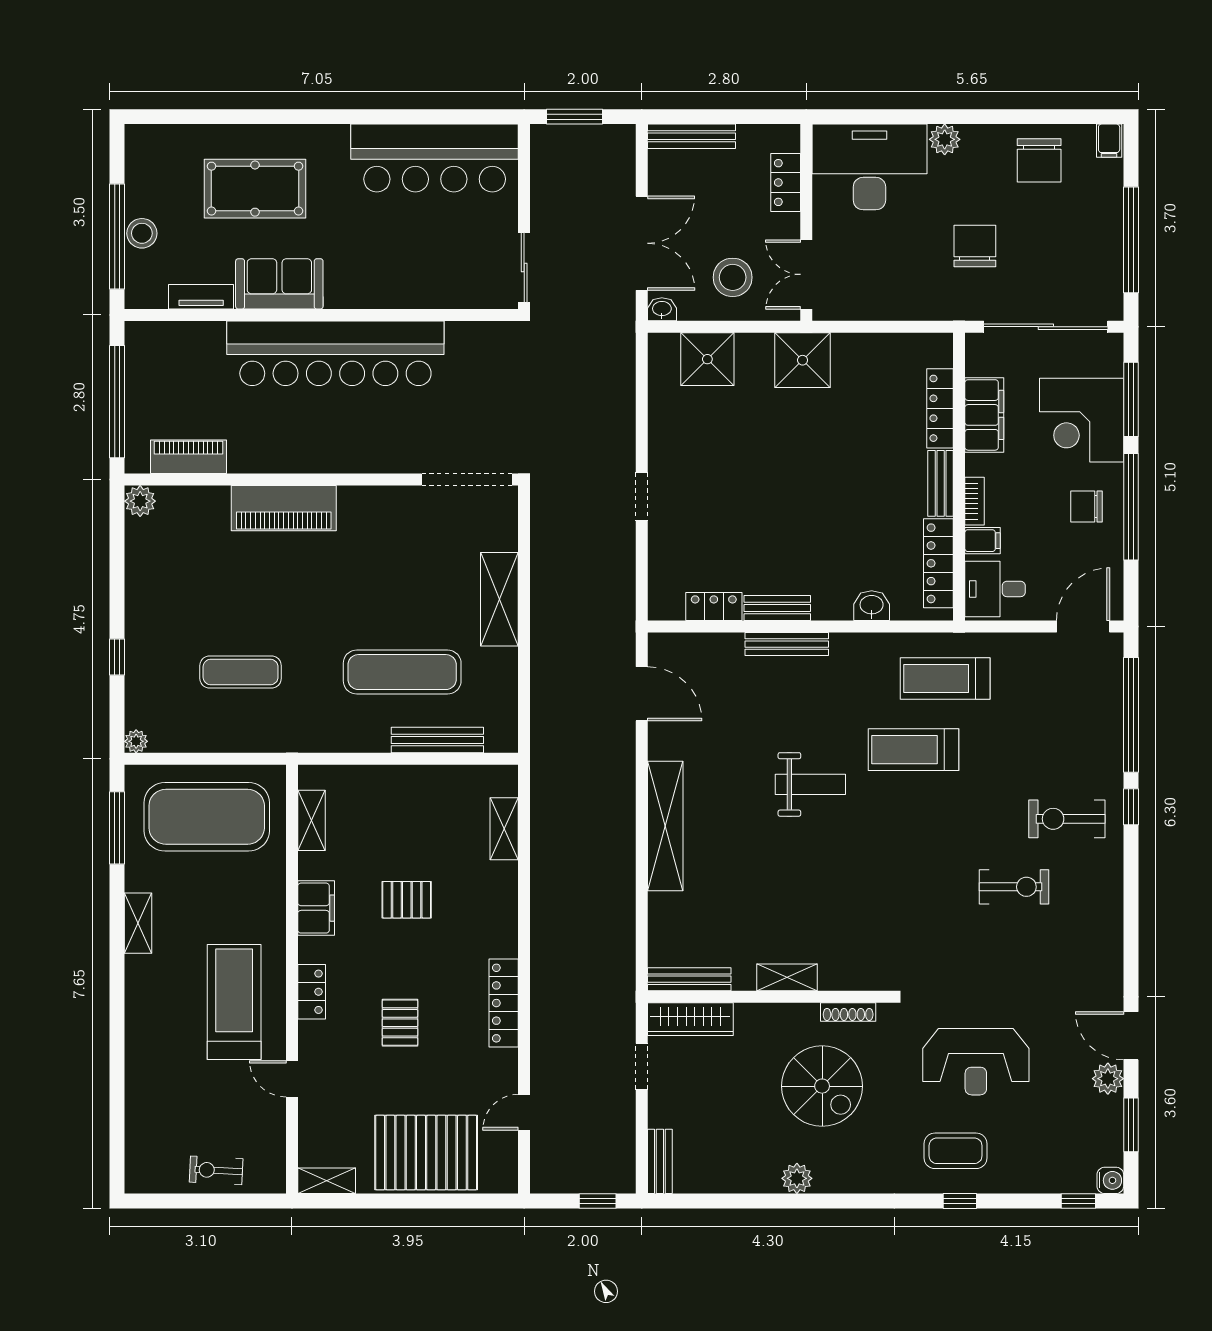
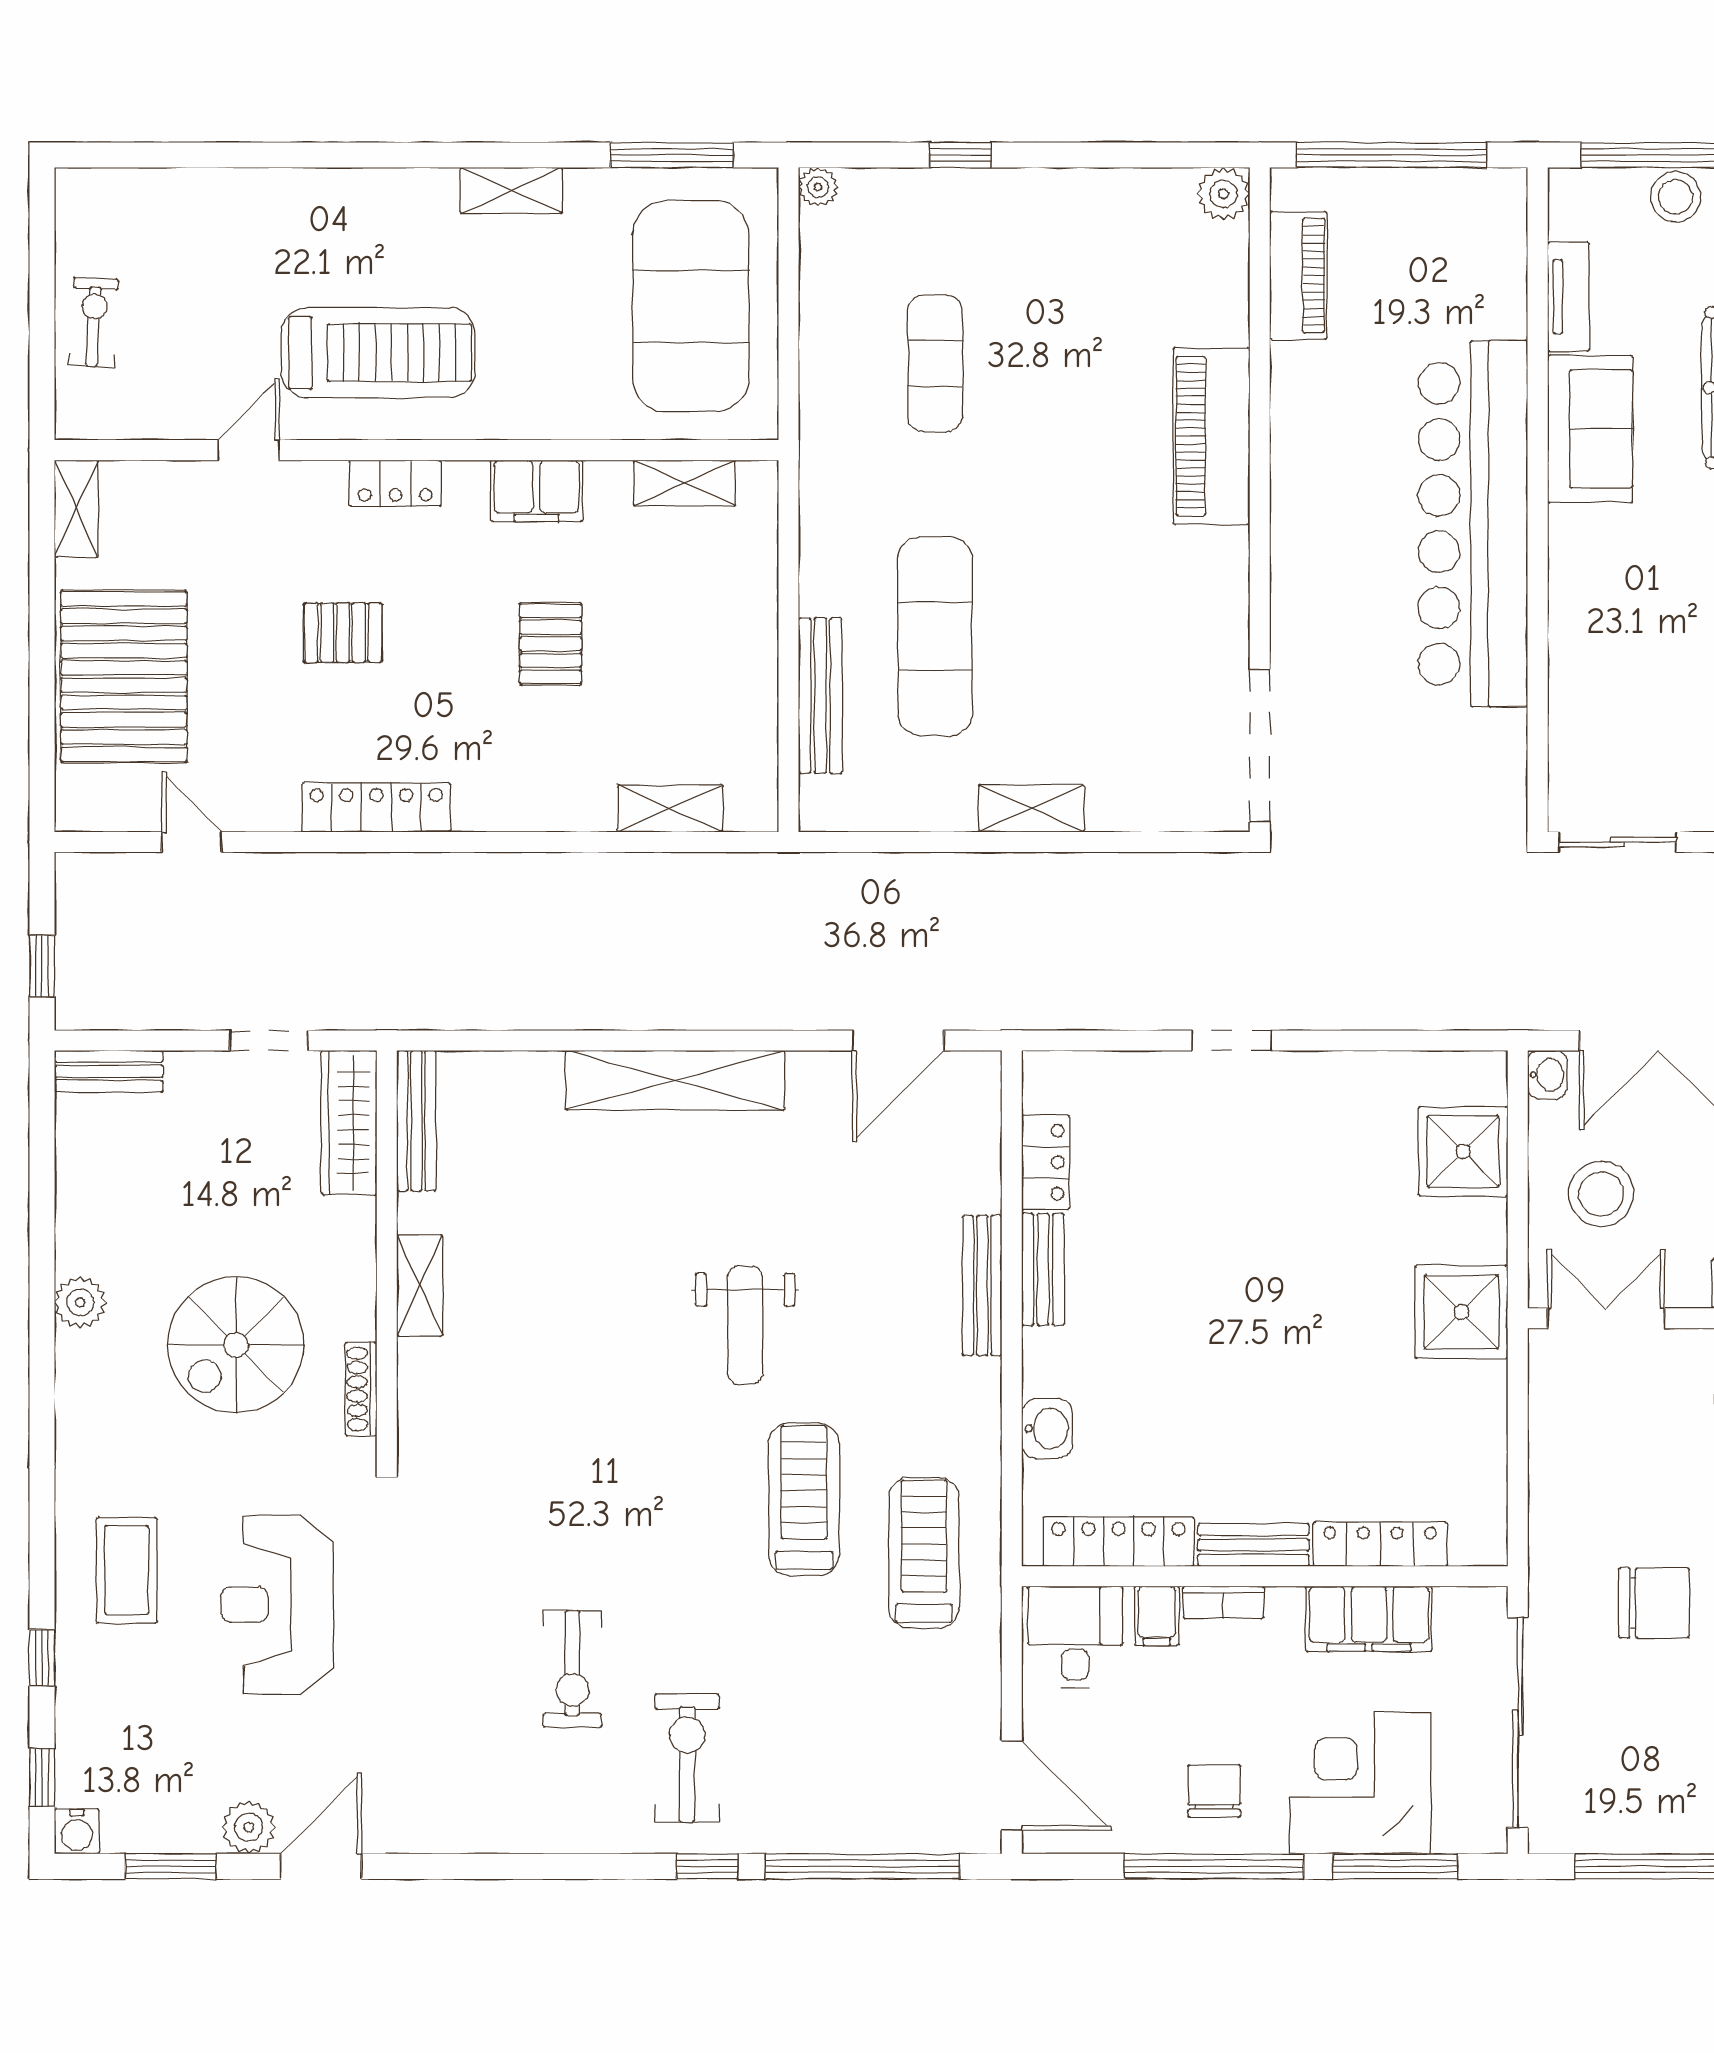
shelving: (499, 599) -> (1031, 808), width x0.67, depth x0.75
window: (960, 1201) -> (42, 1658), moved

